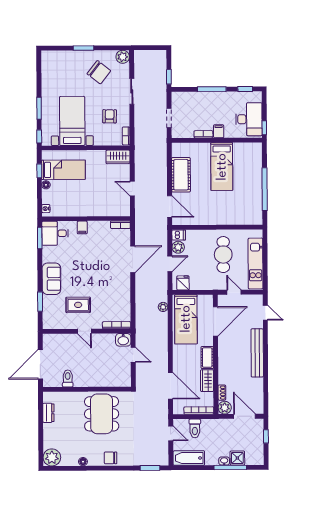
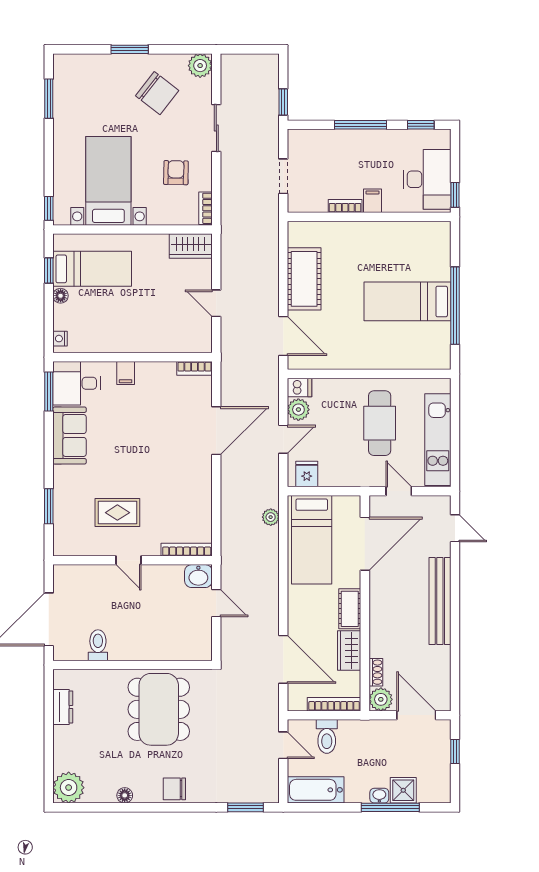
window: (39, 108) -> (49, 99), moved
bed: (222, 167) -> (407, 301), moved, turned 90
sofa: (51, 279) -> (70, 435), moved

